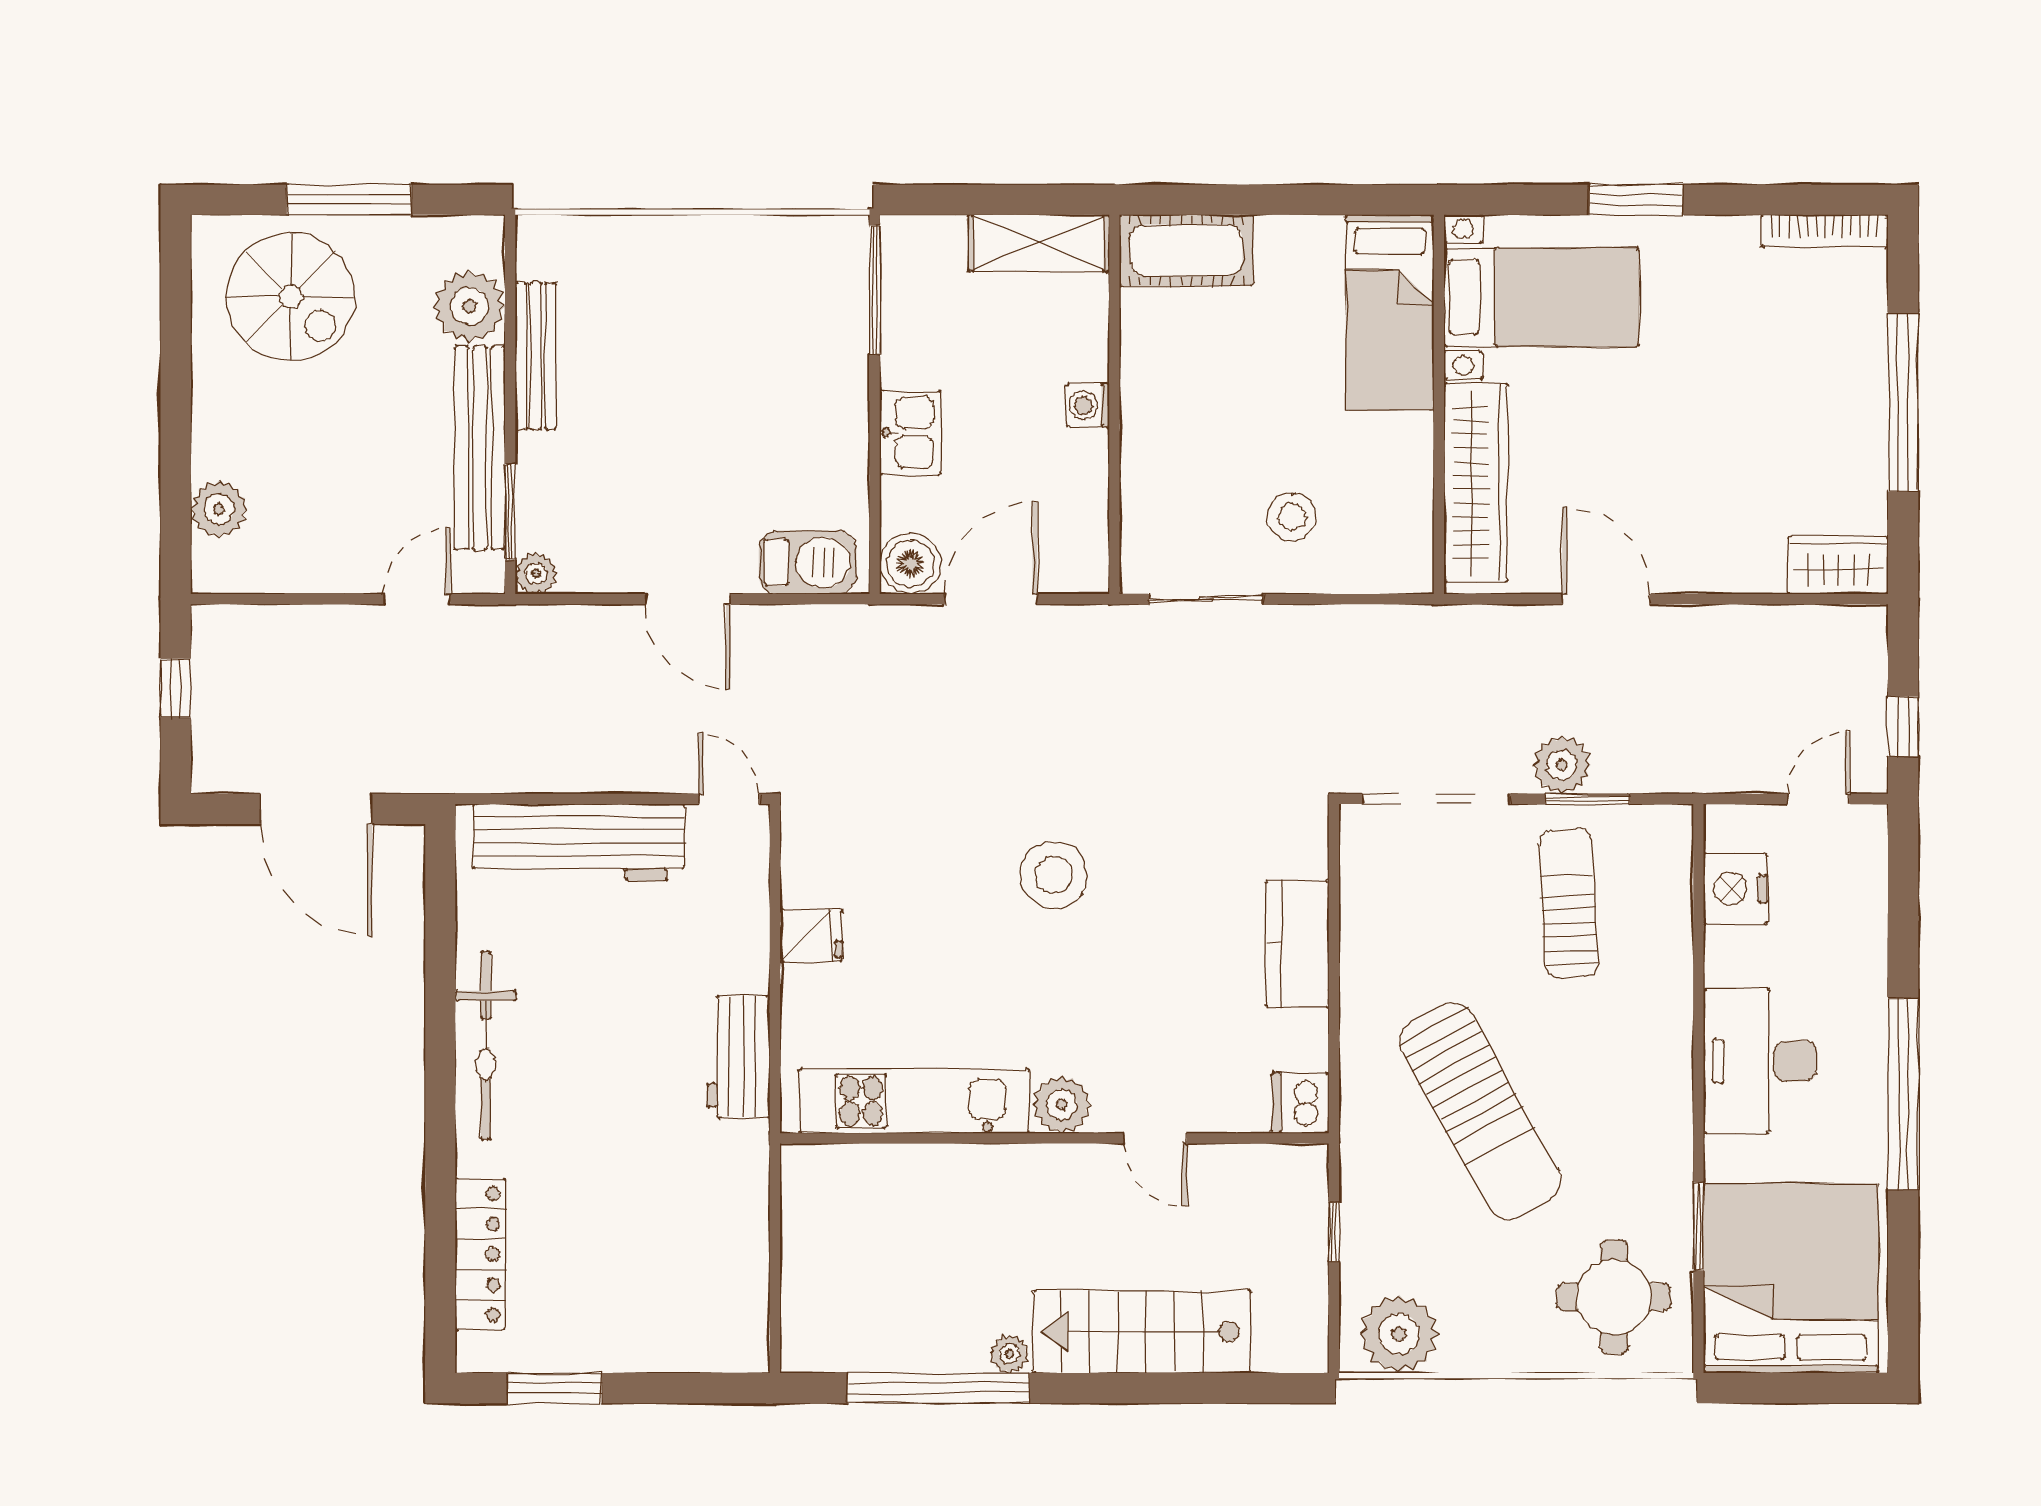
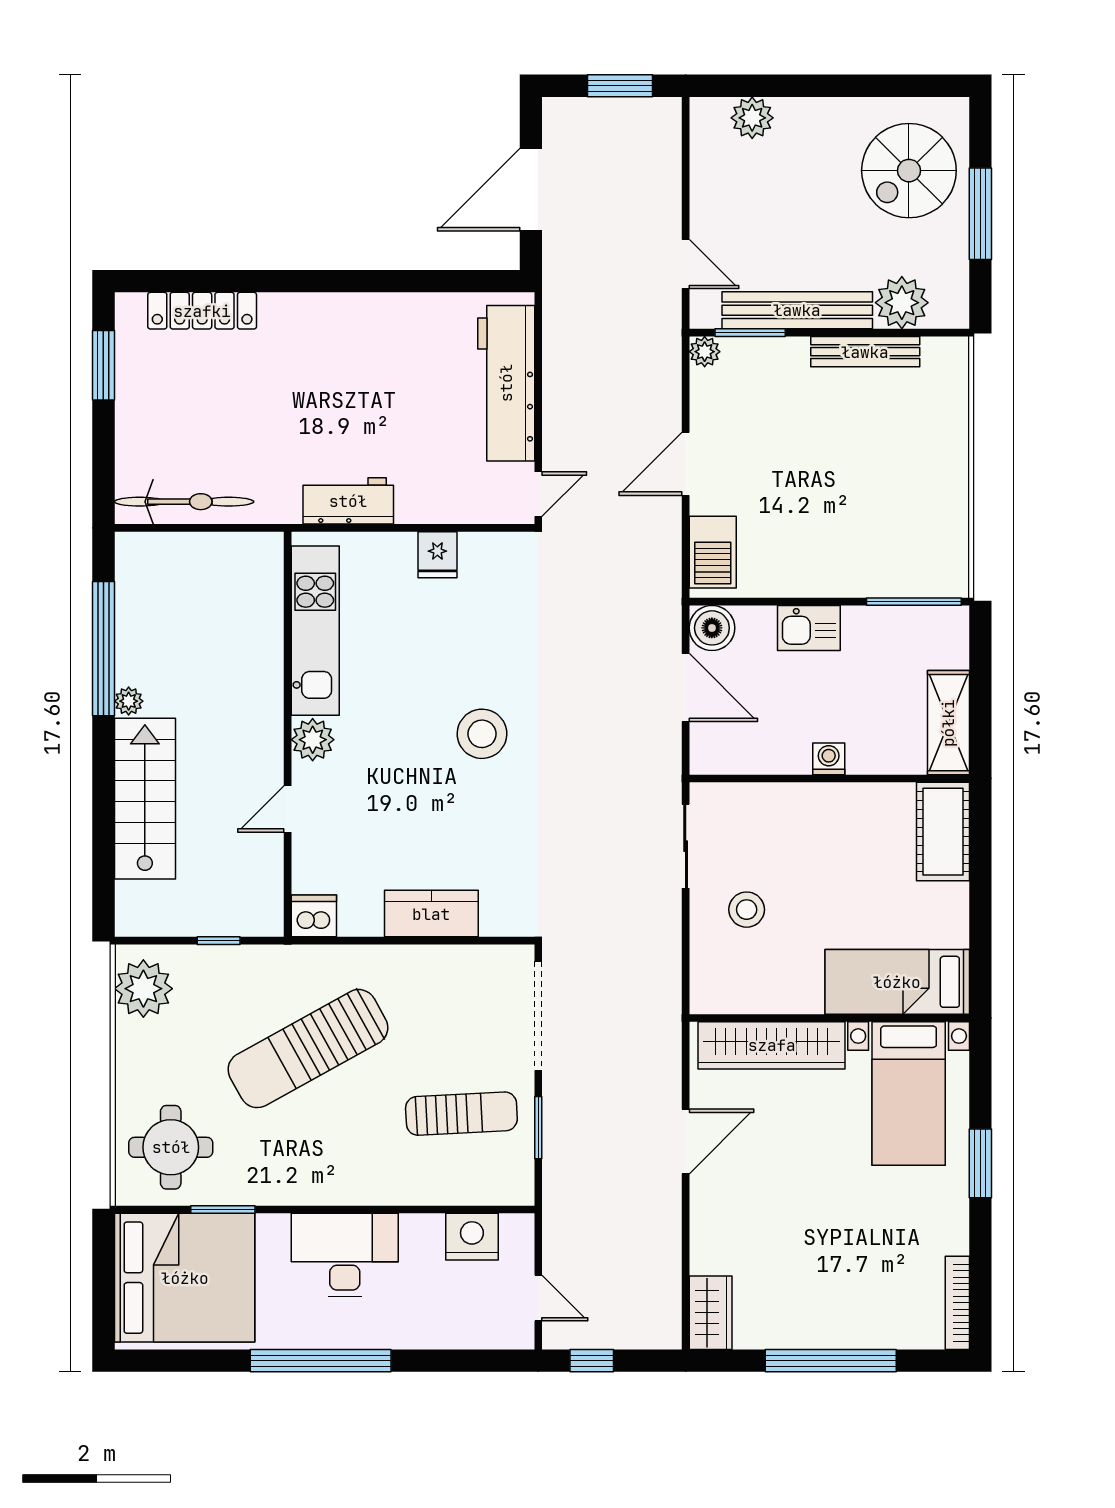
window: (176, 688) -> (620, 86), width x1.50
plant: (1562, 765) -> (563, 1109), removed
bicycle: (486, 1046) -> (184, 502), moved, turned 180

